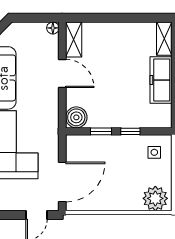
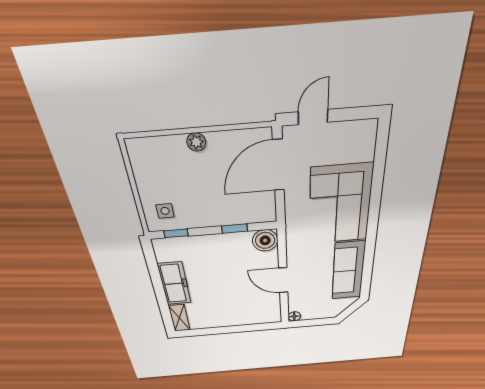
shelving: (74, 40) -> (273, 309), removed
window: (130, 131) -> (176, 233), moved
plant: (155, 198) -> (196, 142), moved, width x0.53, depth x0.53

